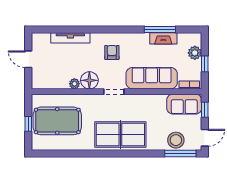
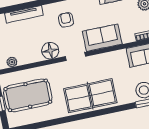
sofa: (152, 78) -> (102, 38), width x0.73
plant: (74, 84) -> (12, 62), moved

